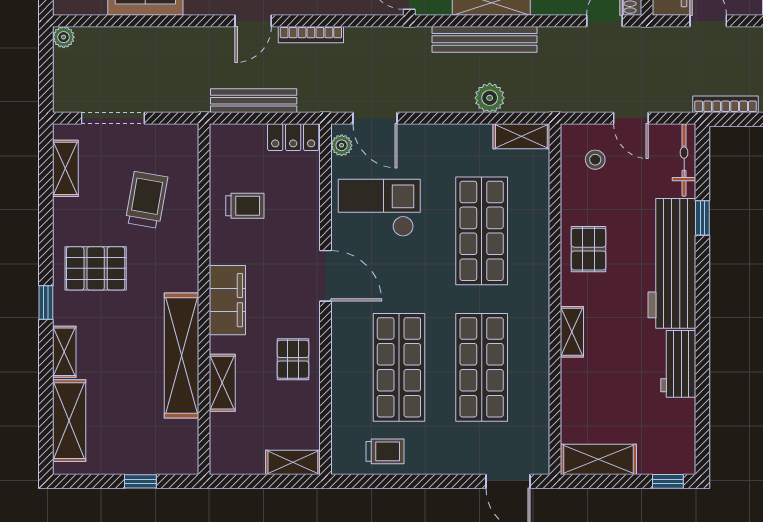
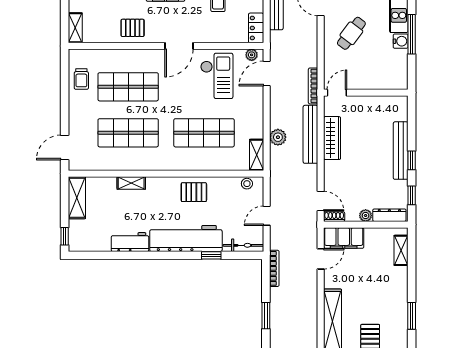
bookcase: (311, 35) -> (313, 86), moved
stool: (595, 160) -> (247, 184), moved
shelving: (572, 332) -> (131, 183), moved

